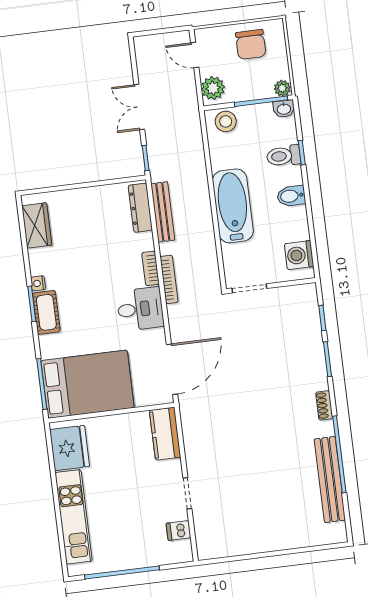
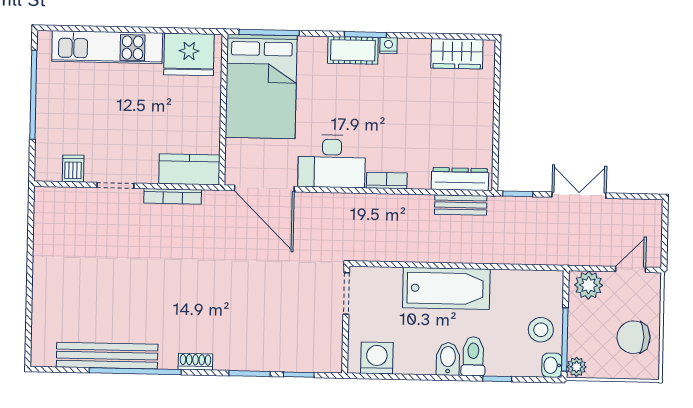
stool: (226, 121) -> (541, 330), moved
toilet: (284, 156) -> (473, 356), moved
bench: (163, 212) -> (461, 205), width x0.73
bookcase: (169, 279) -> (173, 196), moved
desk: (140, 309) -> (332, 161), width x1.37

